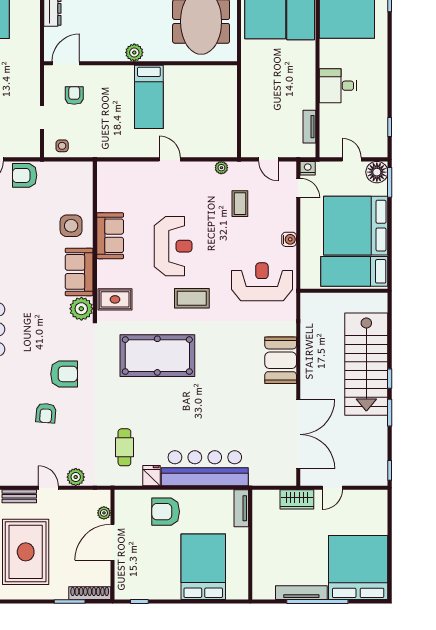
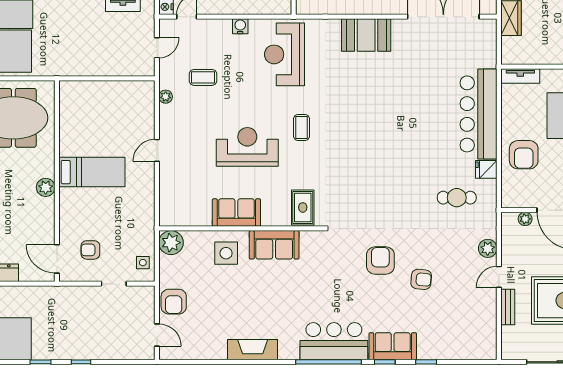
coffee table: (192, 298) -> (301, 128), width x0.73, depth x0.77
plant: (81, 309) -> (171, 243), moved
pool table: (157, 356) -> (361, 163), removed

